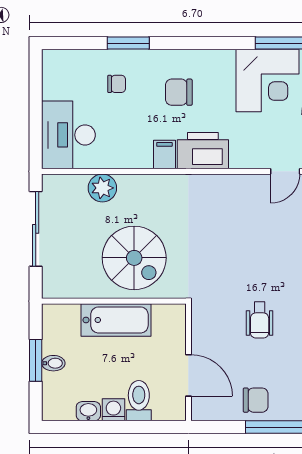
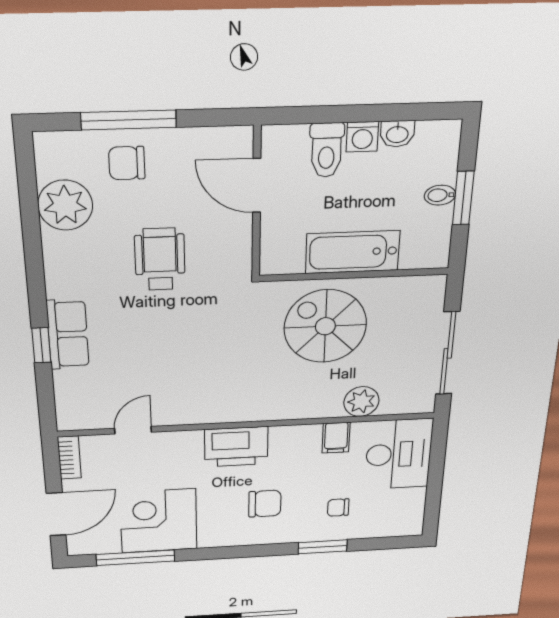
filing cabinet: (164, 155) -> (336, 438), moved
wheelchair: (260, 320) -> (160, 259), width x1.36, depth x1.37
chair: (256, 400) -> (127, 163), moved

